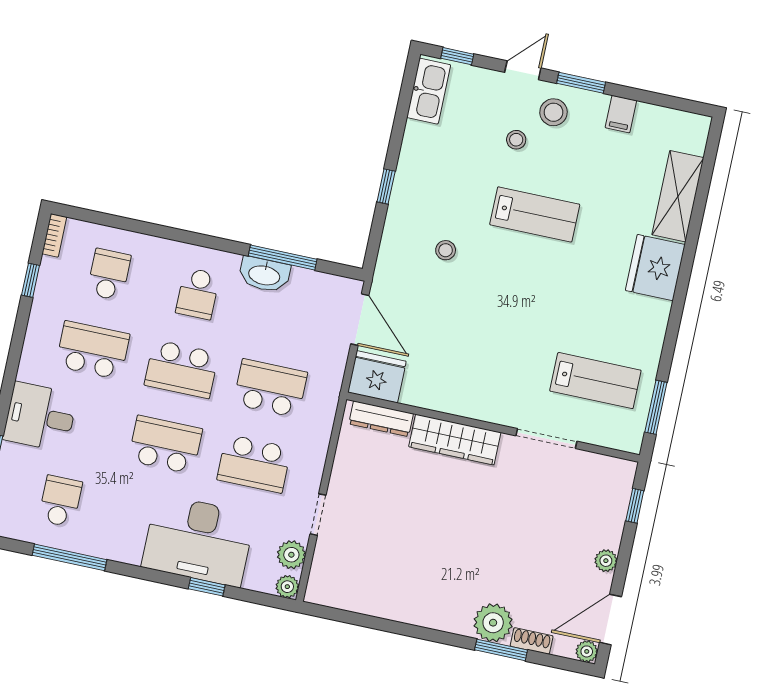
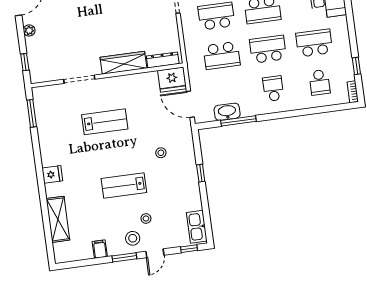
fridge: (655, 267) -> (52, 174), width x0.53, depth x0.75
washbasin: (264, 275) -> (227, 112), moved
school desk: (93, 350) -> (314, 43), turned 180
lab bench: (595, 381) -> (105, 122), moved, turned 180

